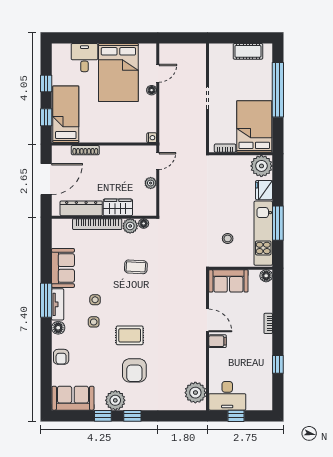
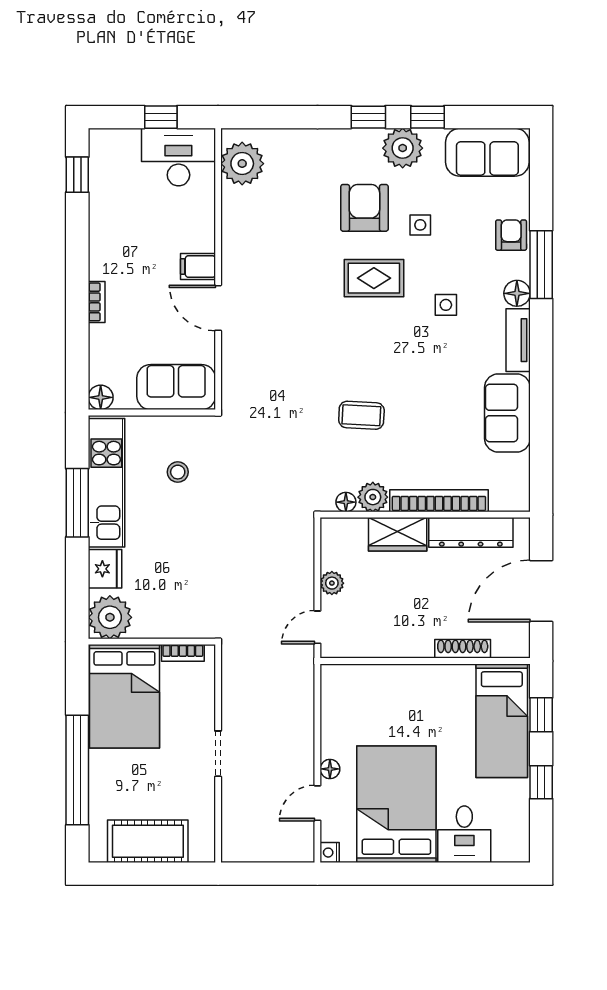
cot: (248, 51) -> (148, 841), width x1.37, depth x1.34
nightstand: (152, 138) -> (330, 853), moved
window: (46, 300) -> (541, 265), moved
side table: (95, 300) -> (420, 225), moved
window: (278, 364) -> (77, 175), moved

